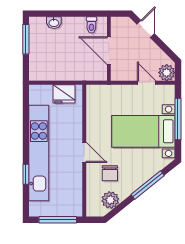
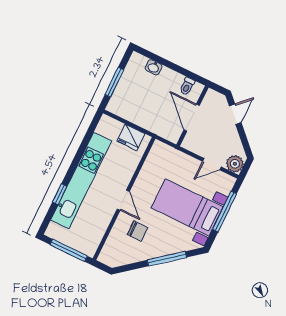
window: (26, 39) -> (114, 82), moved
door: (147, 83) -> (212, 164), swing flipped
chair: (110, 173) -> (137, 231), turned -90
plant: (110, 200) -> (126, 256), removed

